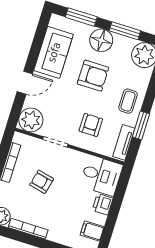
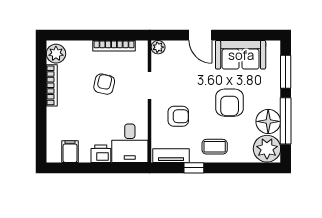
window: (125, 31) -> (286, 121), width x1.44
floor lamp: (101, 40) -> (268, 121), moved
plant: (31, 120) -> (158, 47), width x0.53, depth x0.53
window: (141, 125) -> (194, 168), width x0.67

